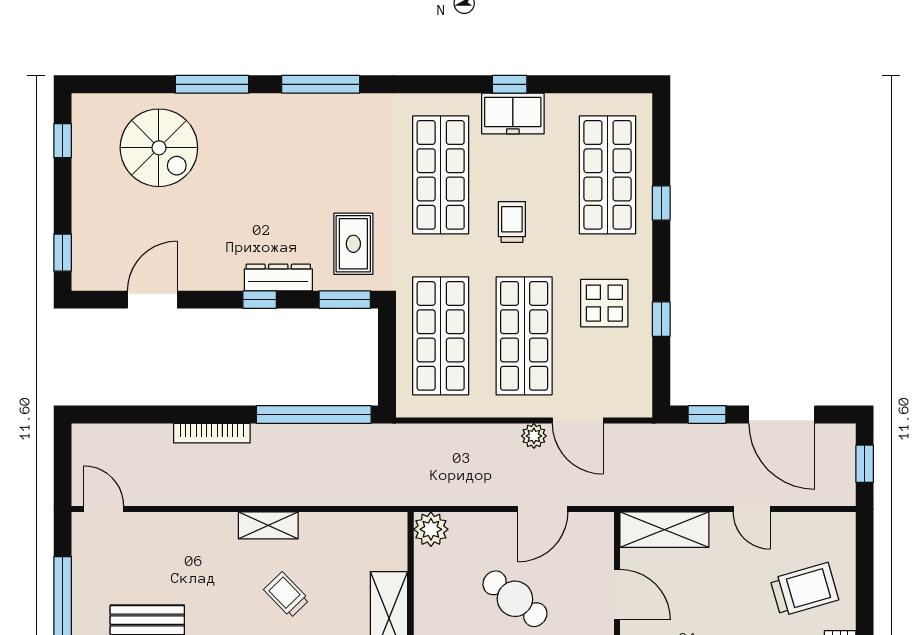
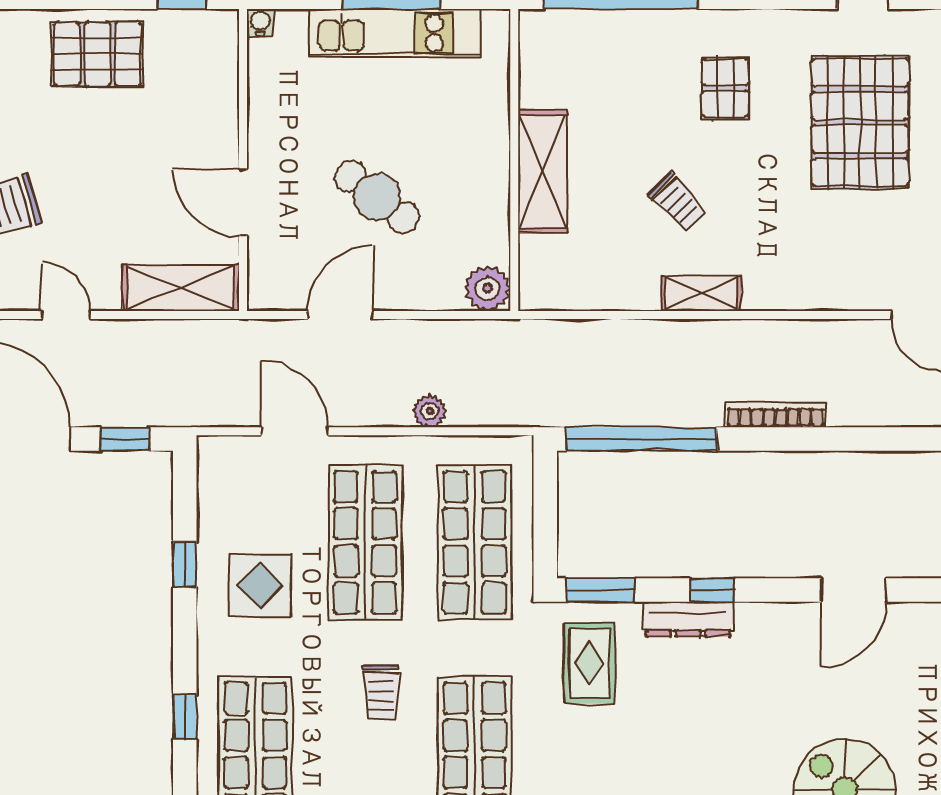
plant: (534, 436) -> (430, 411), moved

